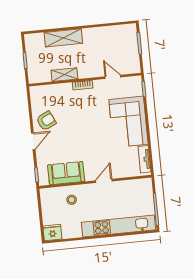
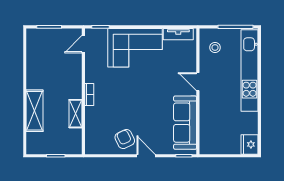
door: (113, 77) -> (83, 44), moved
sofa: (66, 173) -> (185, 123), width x1.36
stool: (72, 200) -> (215, 48), moved

